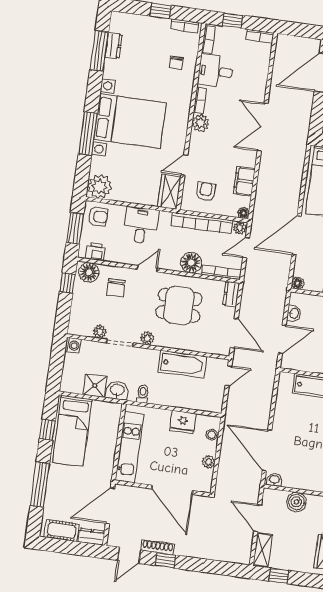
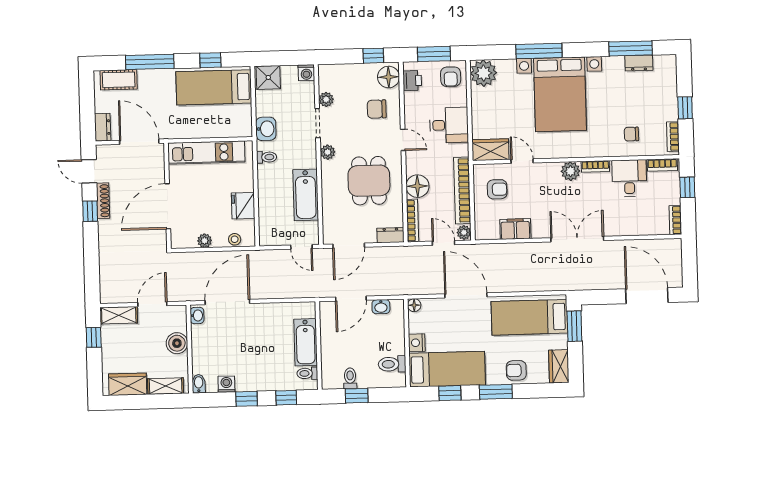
floor lamp: (244, 213) -> (481, 234), removed
door: (282, 339) -> (351, 299), hinge flipped
shower: (95, 386) -> (268, 77), moved
cot: (62, 530) -> (119, 80), moved, turned 90

